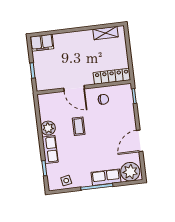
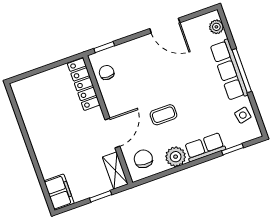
shelving: (106, 33) -> (115, 171), moved
chair: (103, 99) -> (107, 73), moved
chair: (52, 106) -> (143, 159), added
plant: (130, 172) -> (216, 27), width x0.53, depth x0.53
row of seats: (106, 177) -> (229, 70), width x1.48

